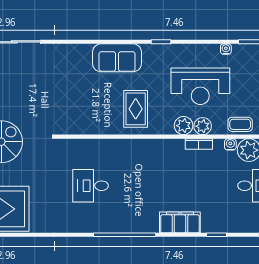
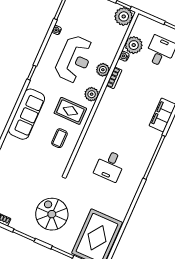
sofa: (117, 58) -> (27, 114), width x1.36
coffee table: (240, 124) -> (59, 138), moved
plant: (184, 126) -> (92, 94), moved

